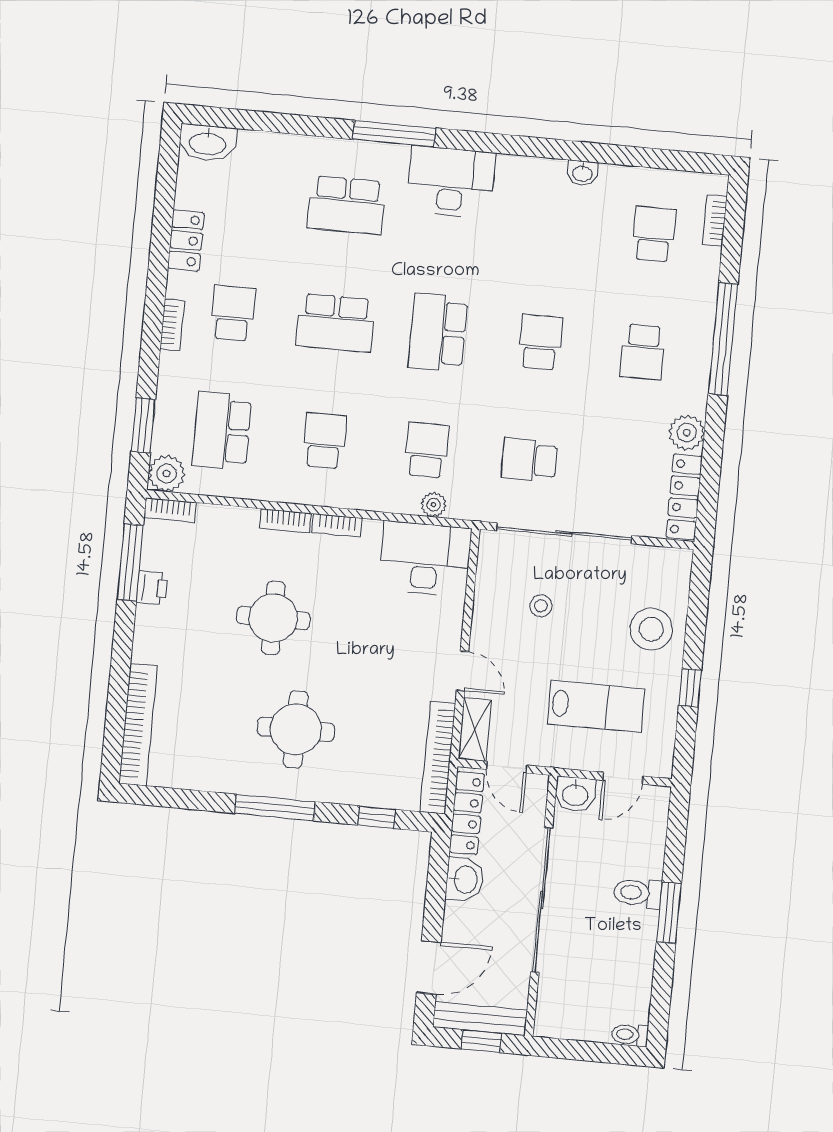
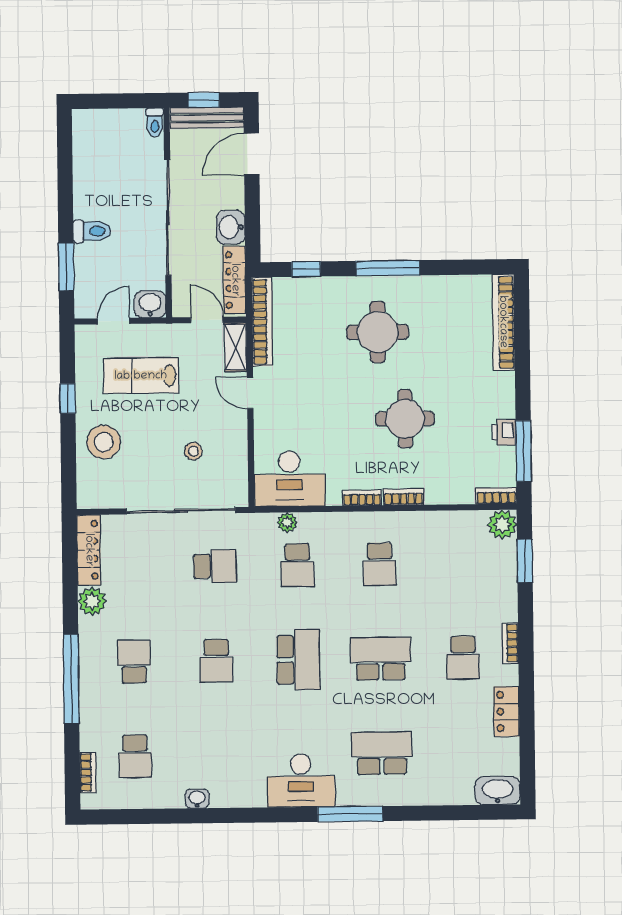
school desk: (222, 431) -> (462, 563), removed
window: (669, 913) -> (66, 267), moved
toilet: (630, 1035) -> (155, 122), moved, turned 90

